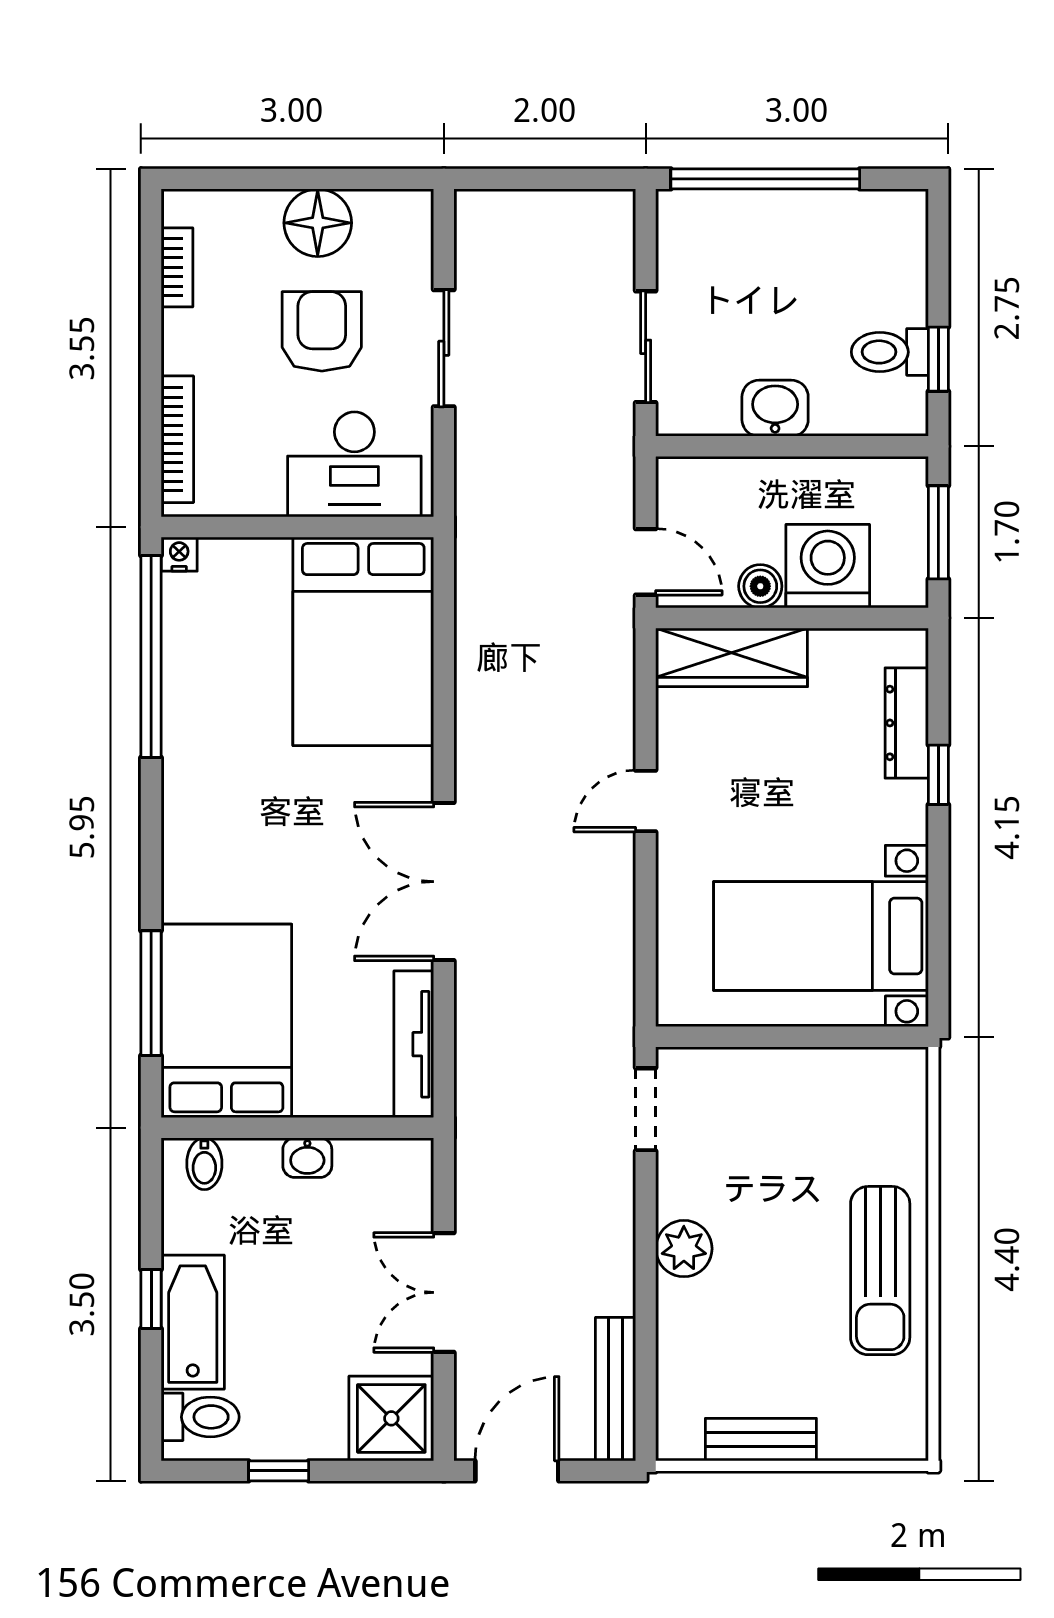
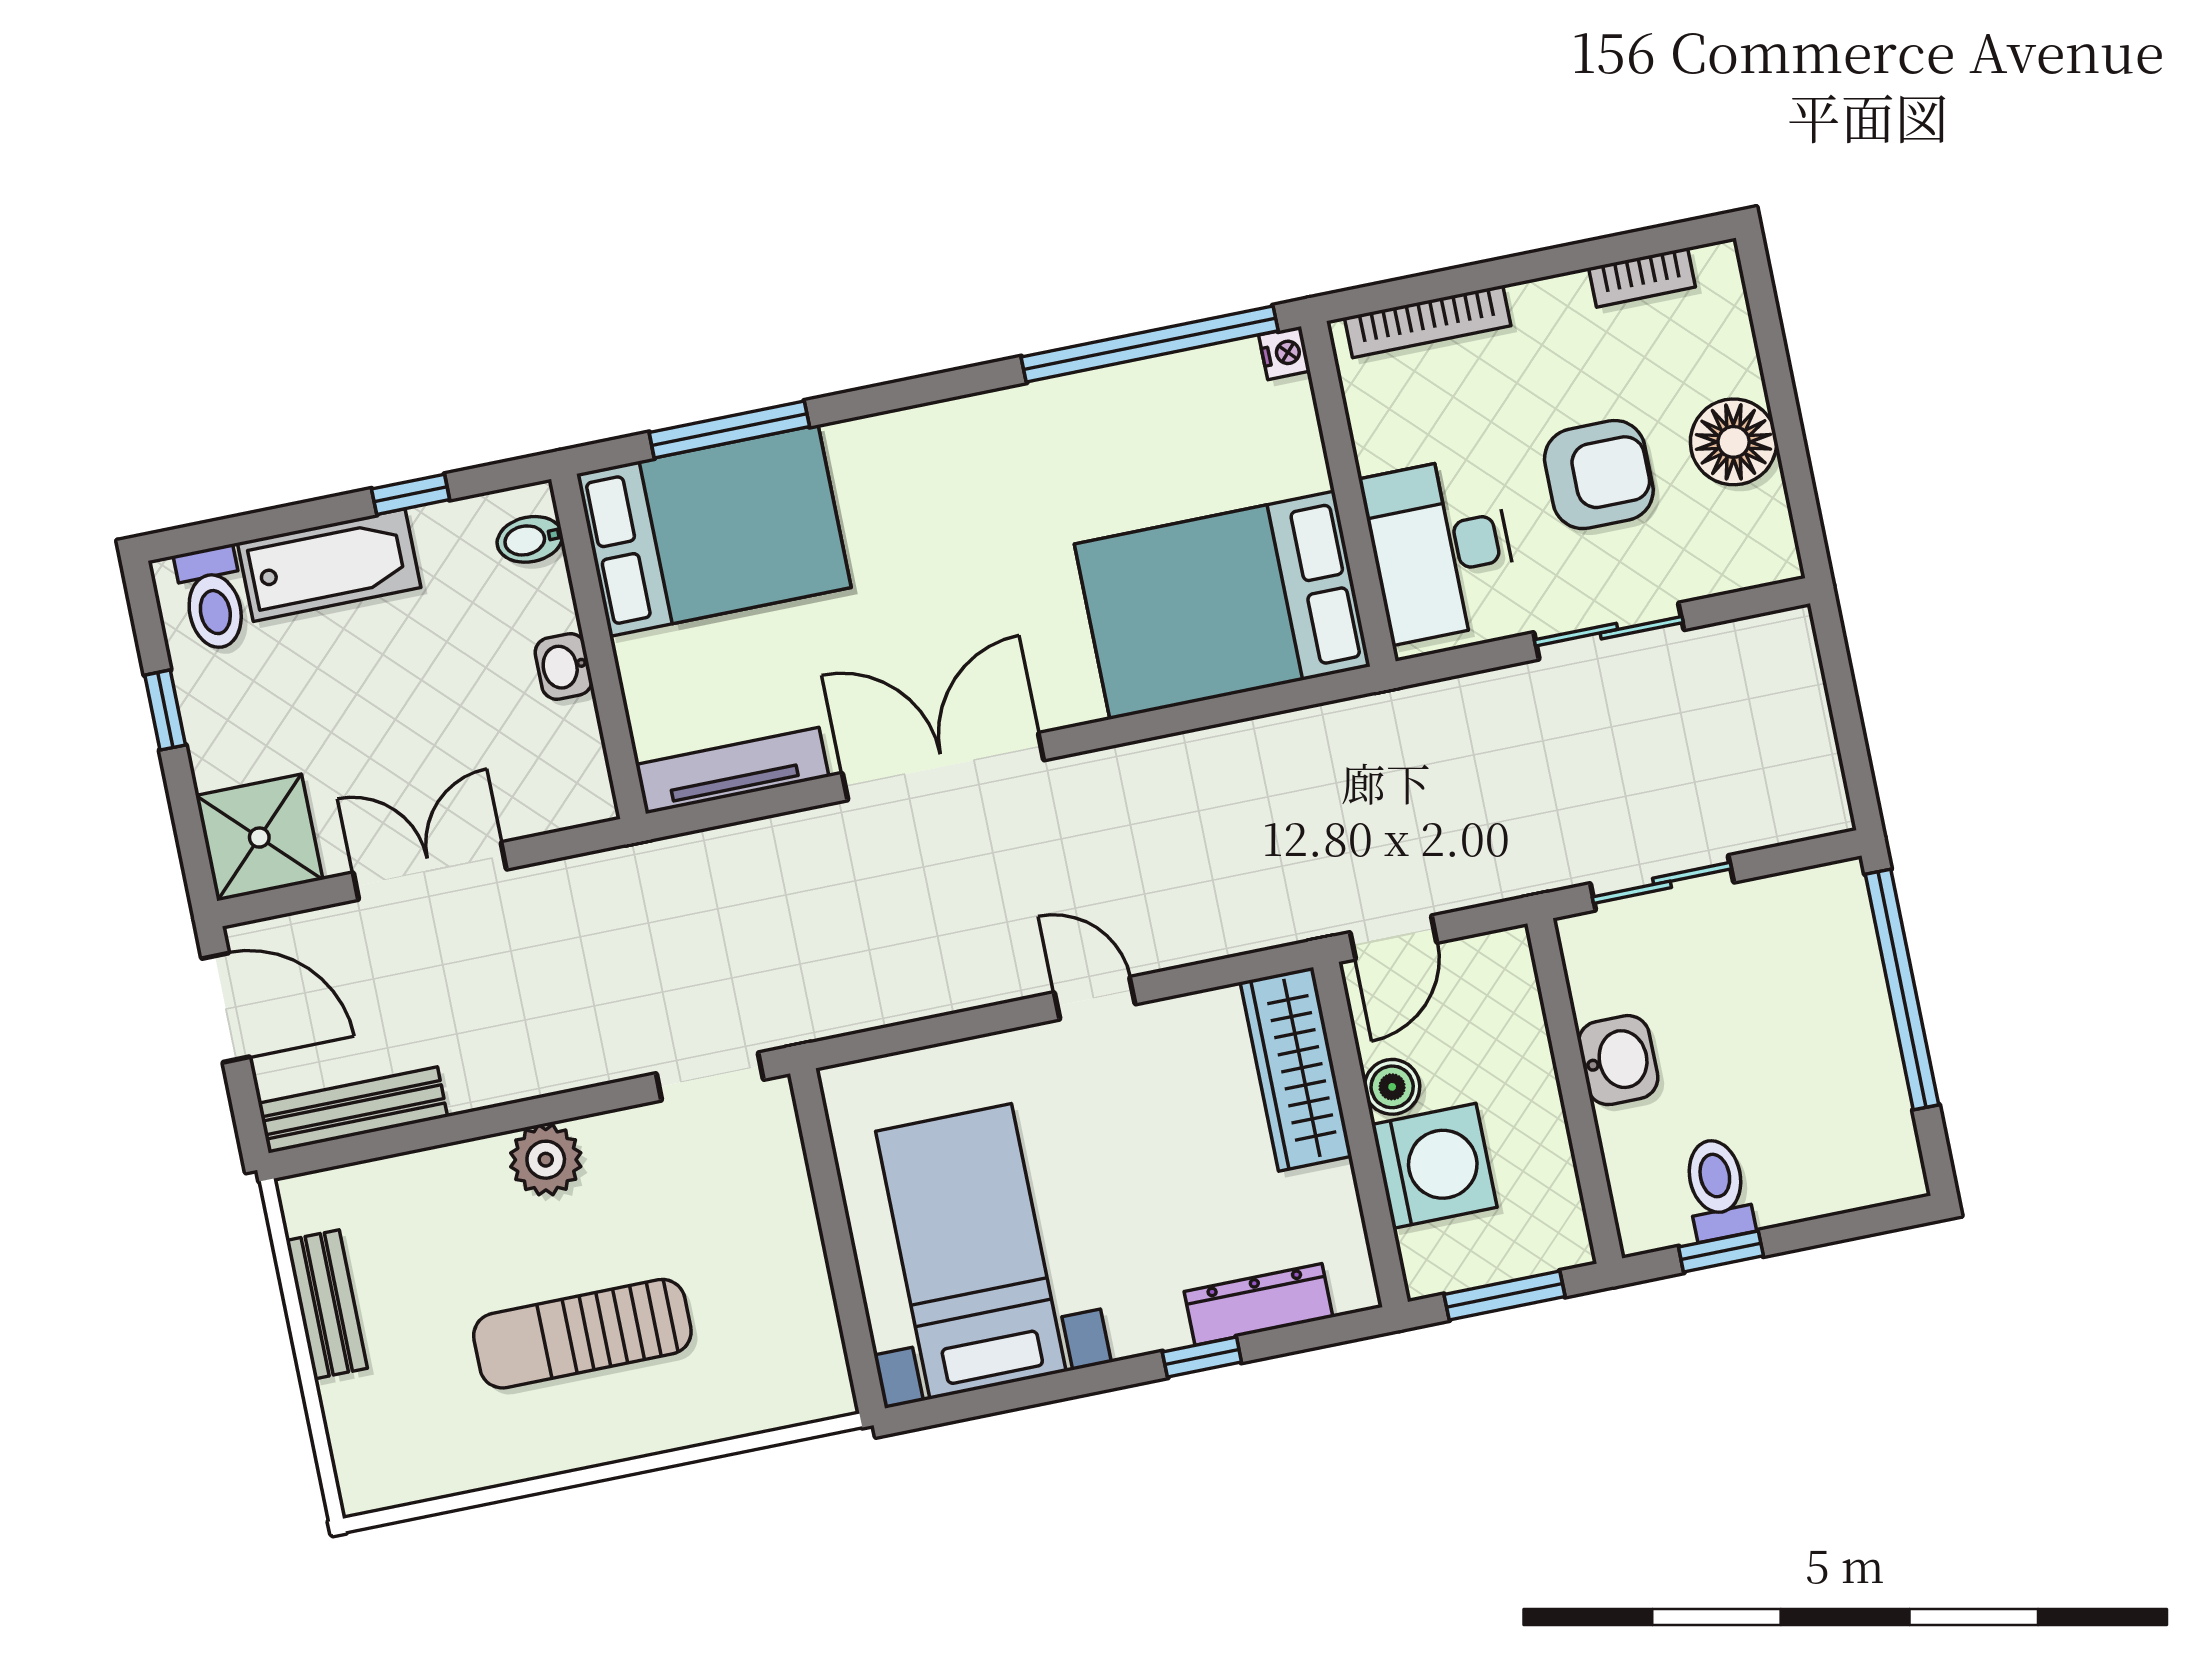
sun lounger: (880, 1271) -> (582, 1334), moved
window: (151, 1299) -> (411, 494), moved

